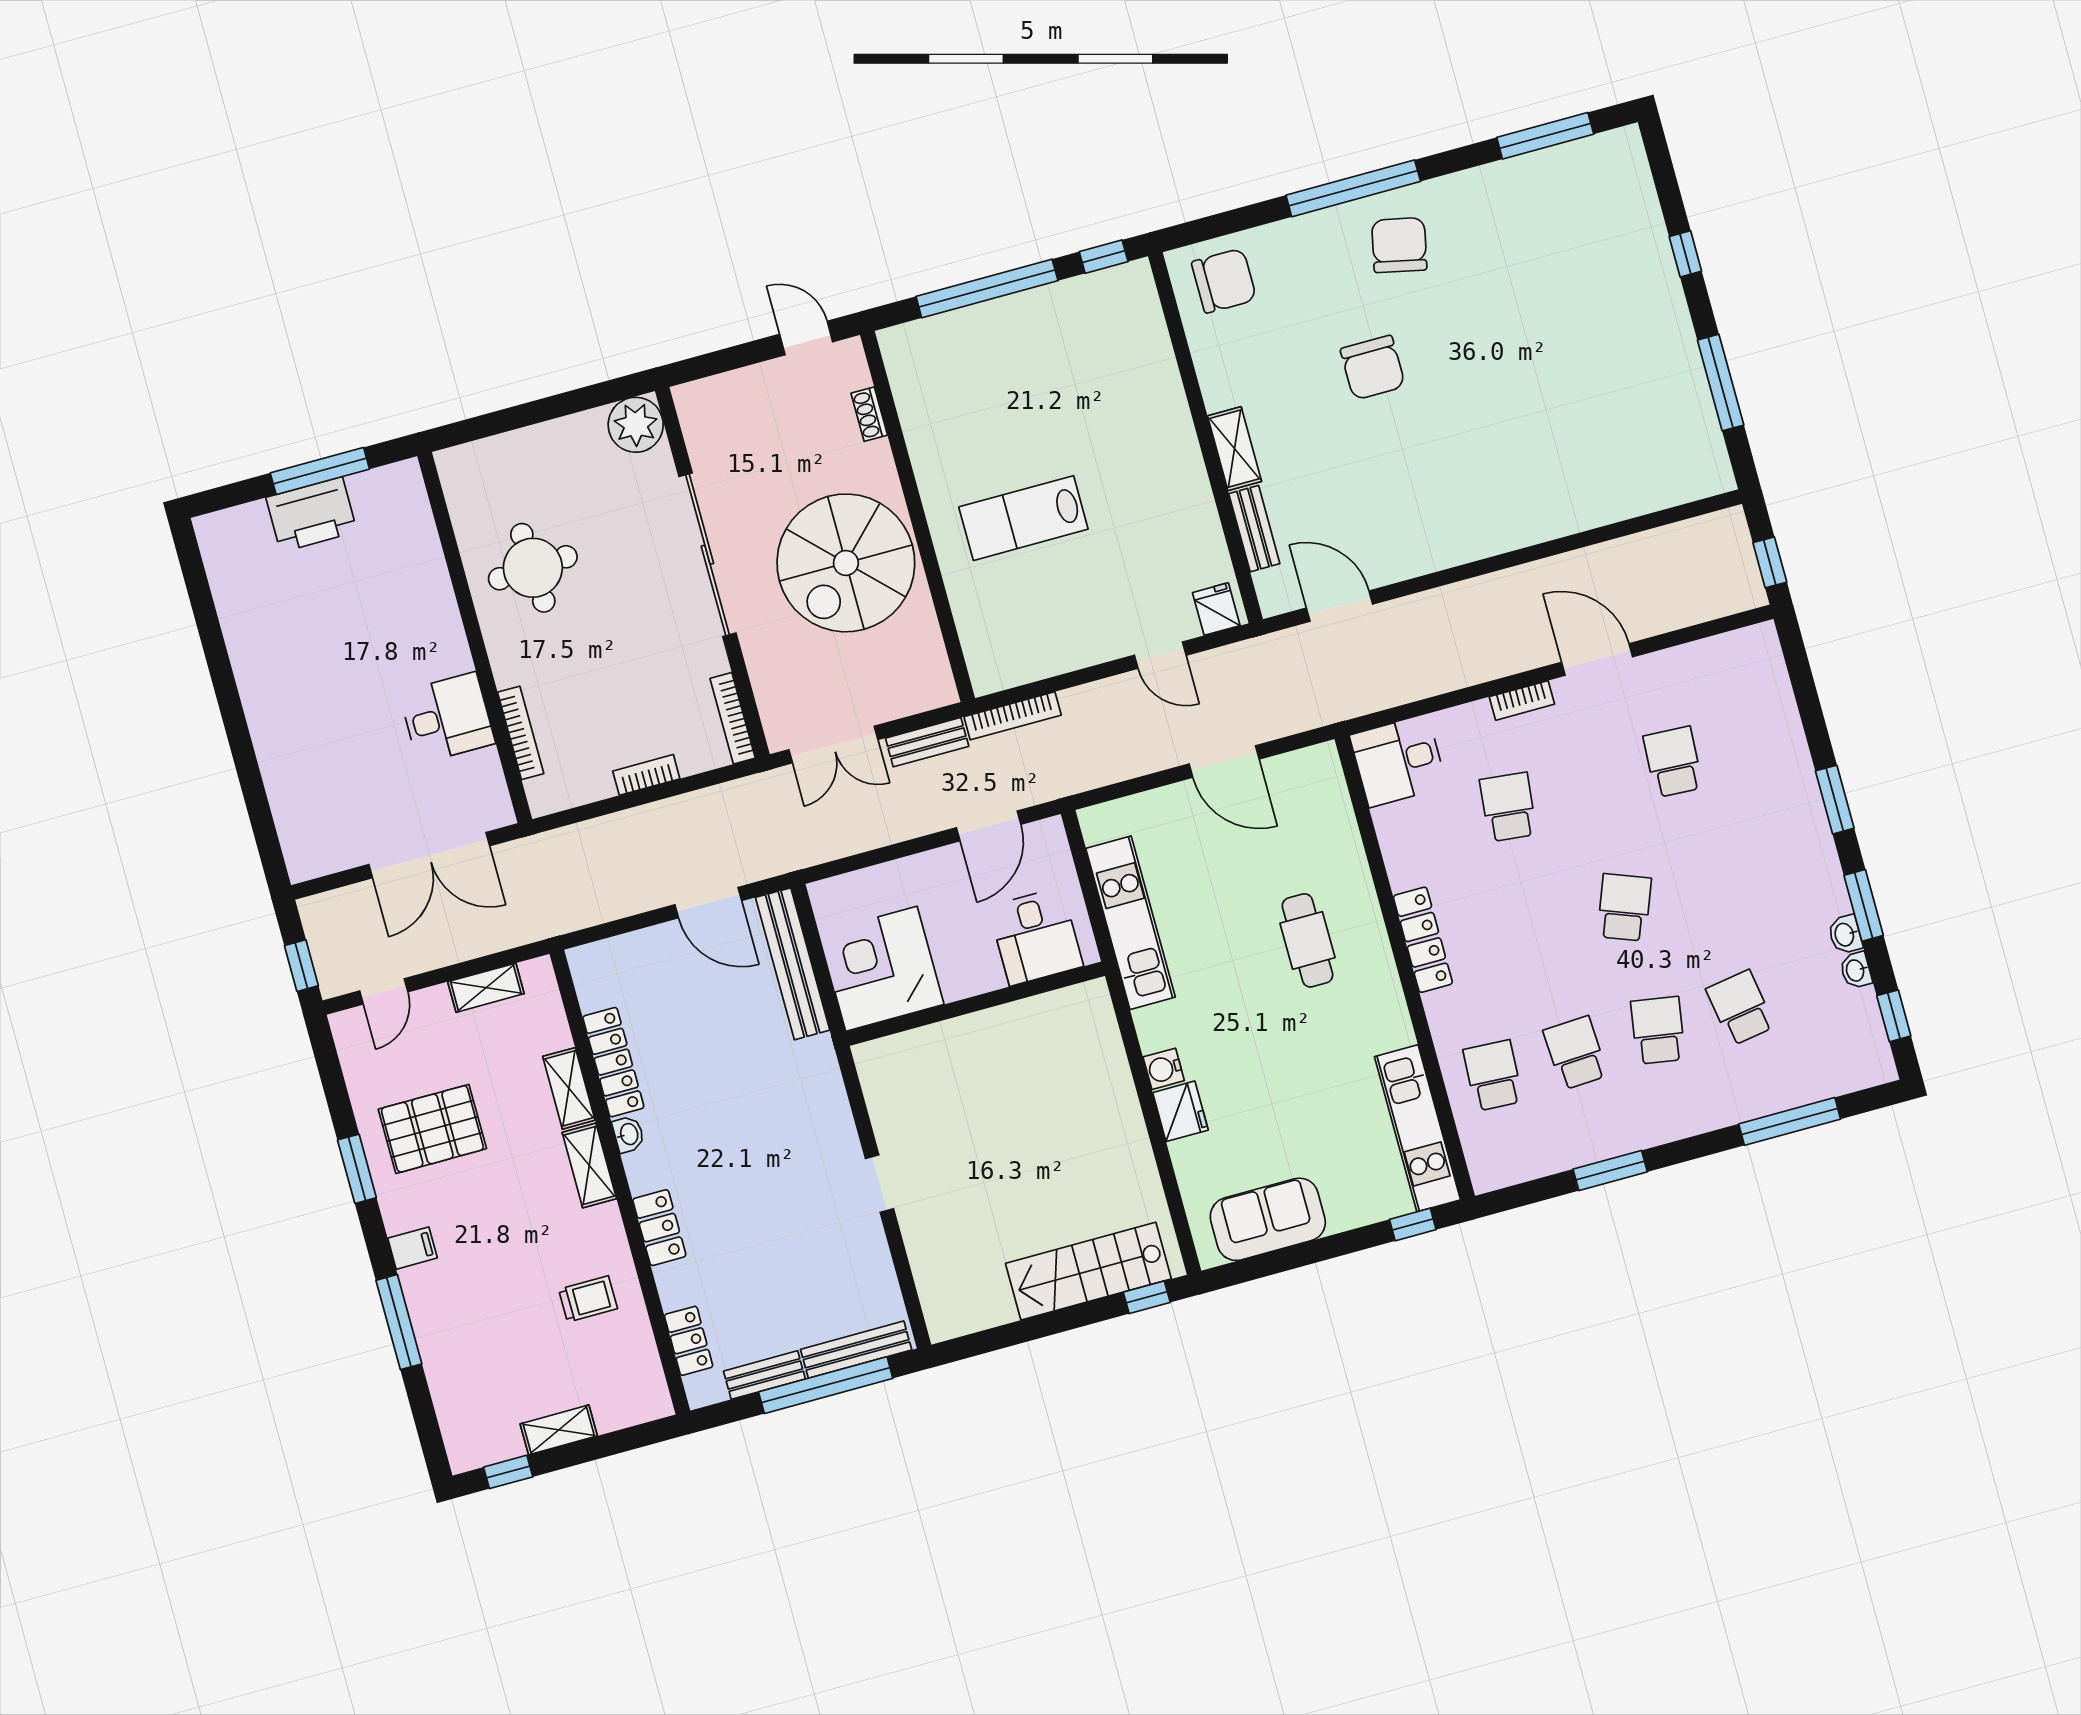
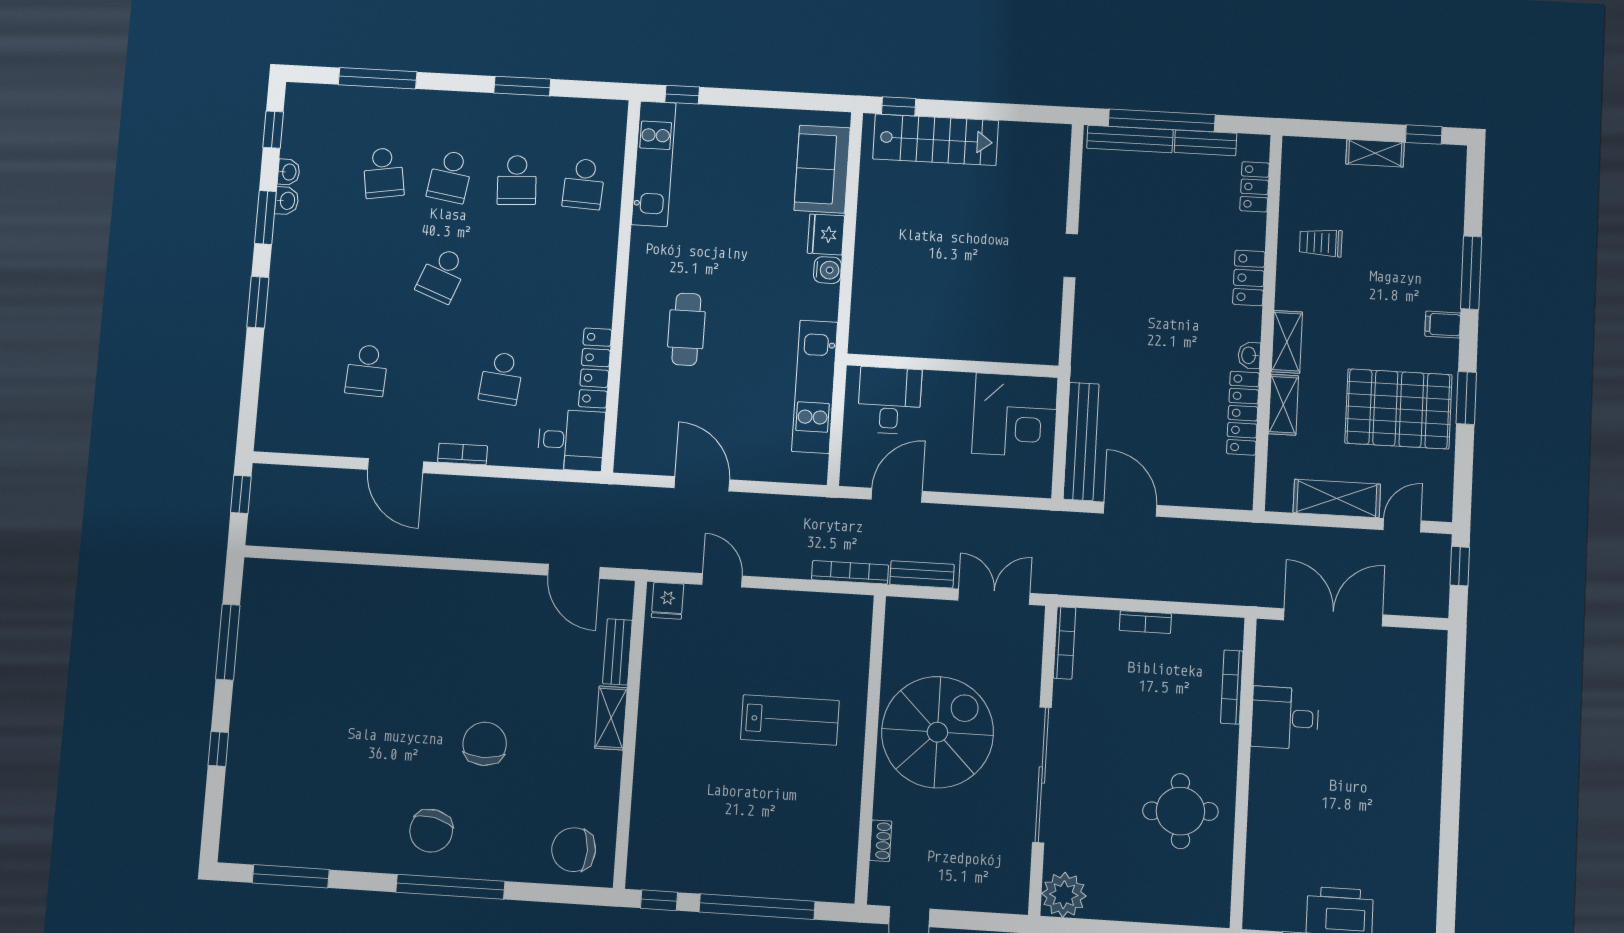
locker: (1423, 940) -> (595, 368), moved
shelving: (486, 988) -> (1337, 498), width x1.50, depth x1.33
pallet: (432, 1129) -> (1398, 409), width x1.37, depth x1.41
sofa: (1268, 1219) -> (822, 169), moved, turned 90

